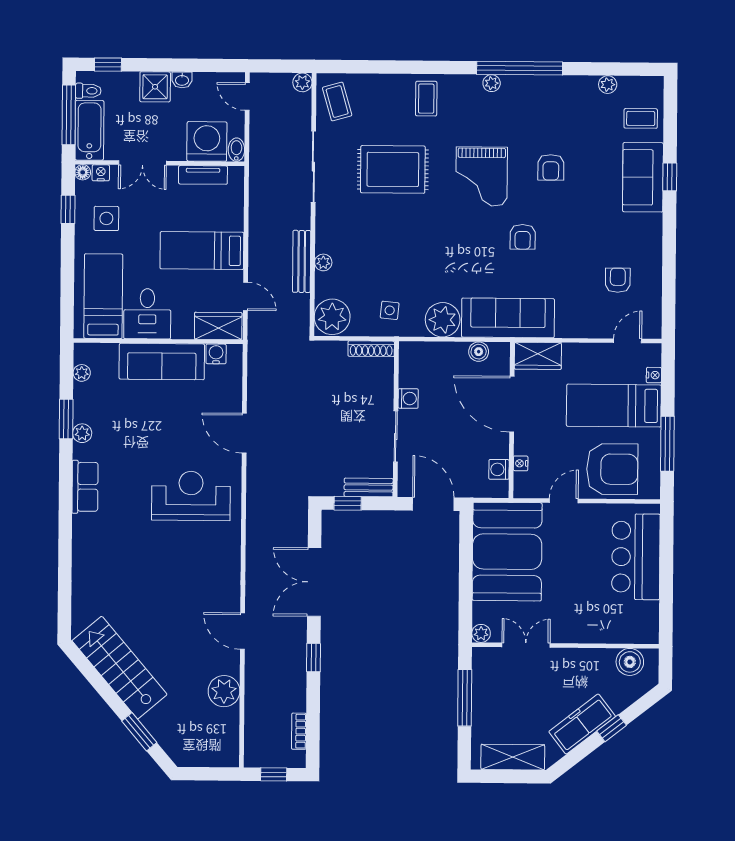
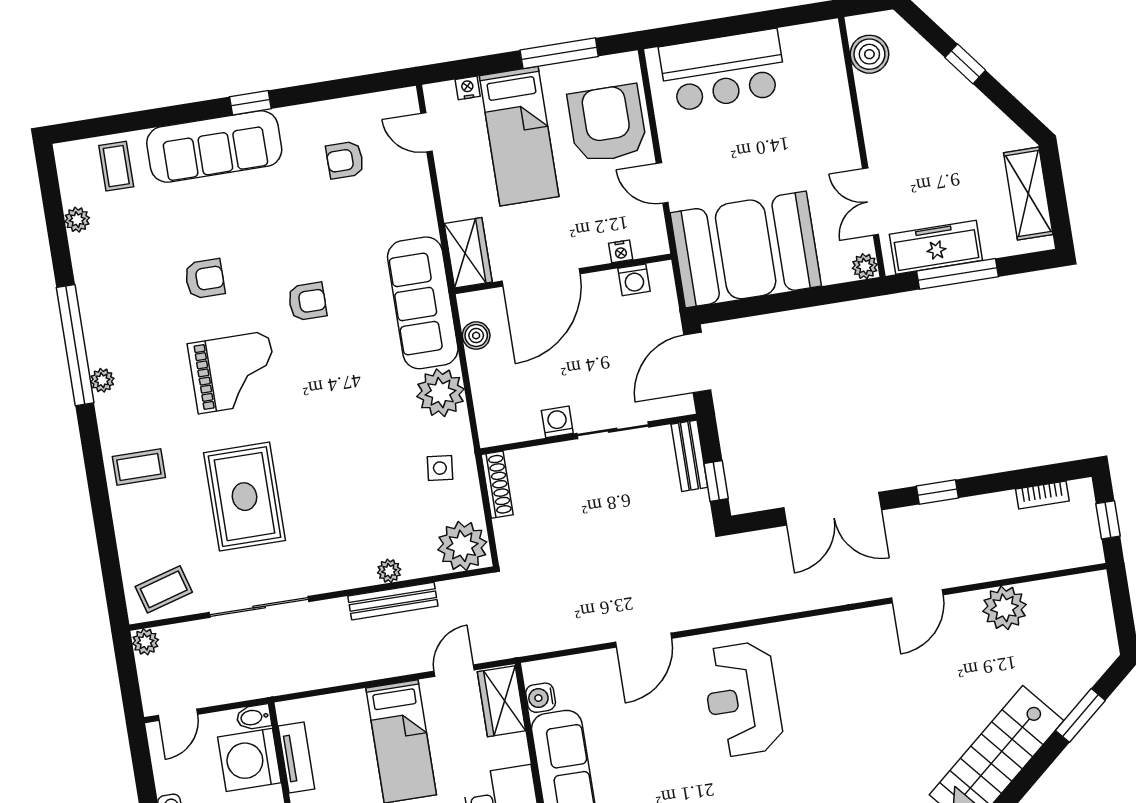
sofa: (643, 177) -> (214, 146), width x1.36
window: (670, 177) -> (250, 103), moved
freezer: (582, 724) -> (936, 247), moved, turned 128

